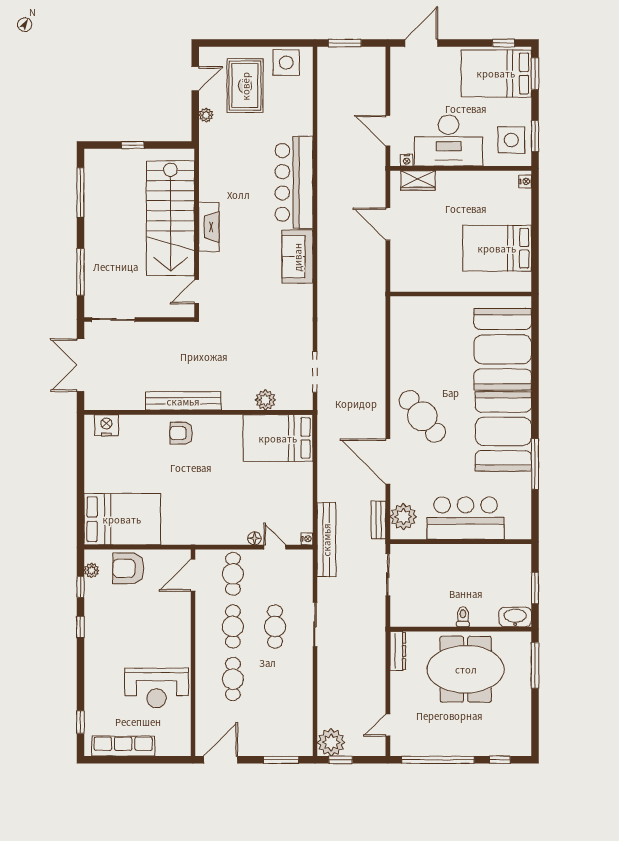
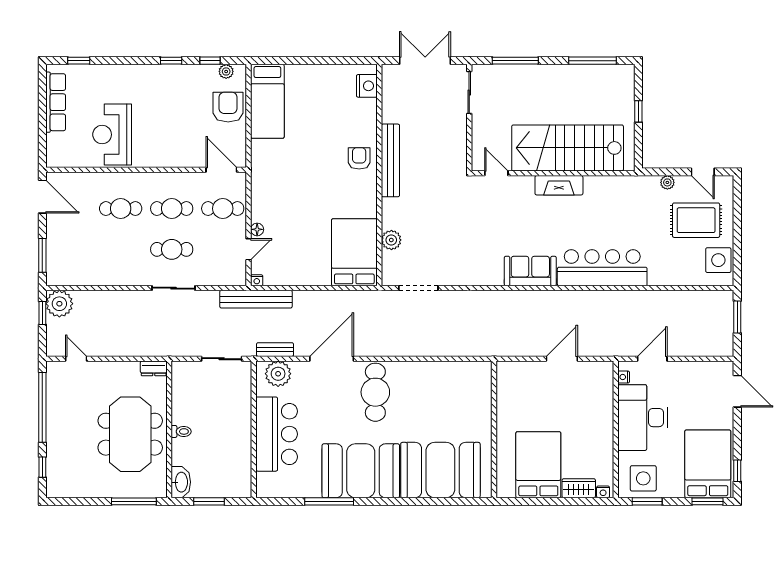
wardrobe: (418, 180) -> (579, 488), moved, turned 90
cafe table: (422, 416) -> (375, 392), turned -51
bed: (122, 519) -> (267, 101), width x0.67
dresser: (398, 651) -> (154, 368), width x0.70

